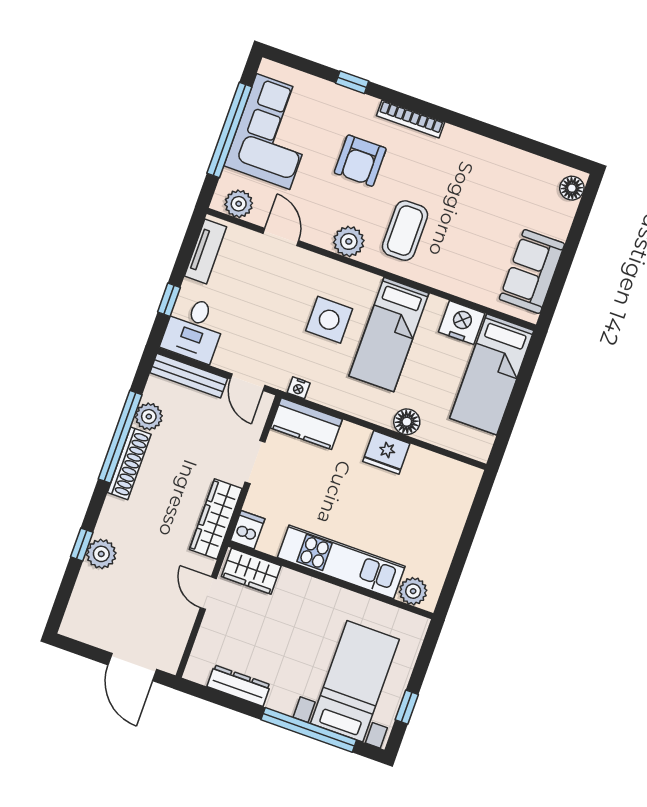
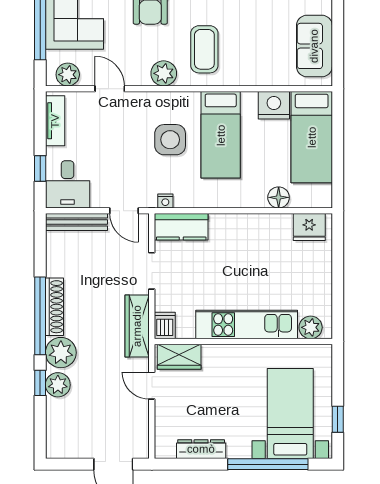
plant: (149, 417) -> (61, 353), moved, width x1.36, depth x1.36
floor lamp: (407, 422) -> (279, 197), moved
window: (120, 437) -> (40, 316), moved
fridge: (386, 452) -> (309, 227), moved

